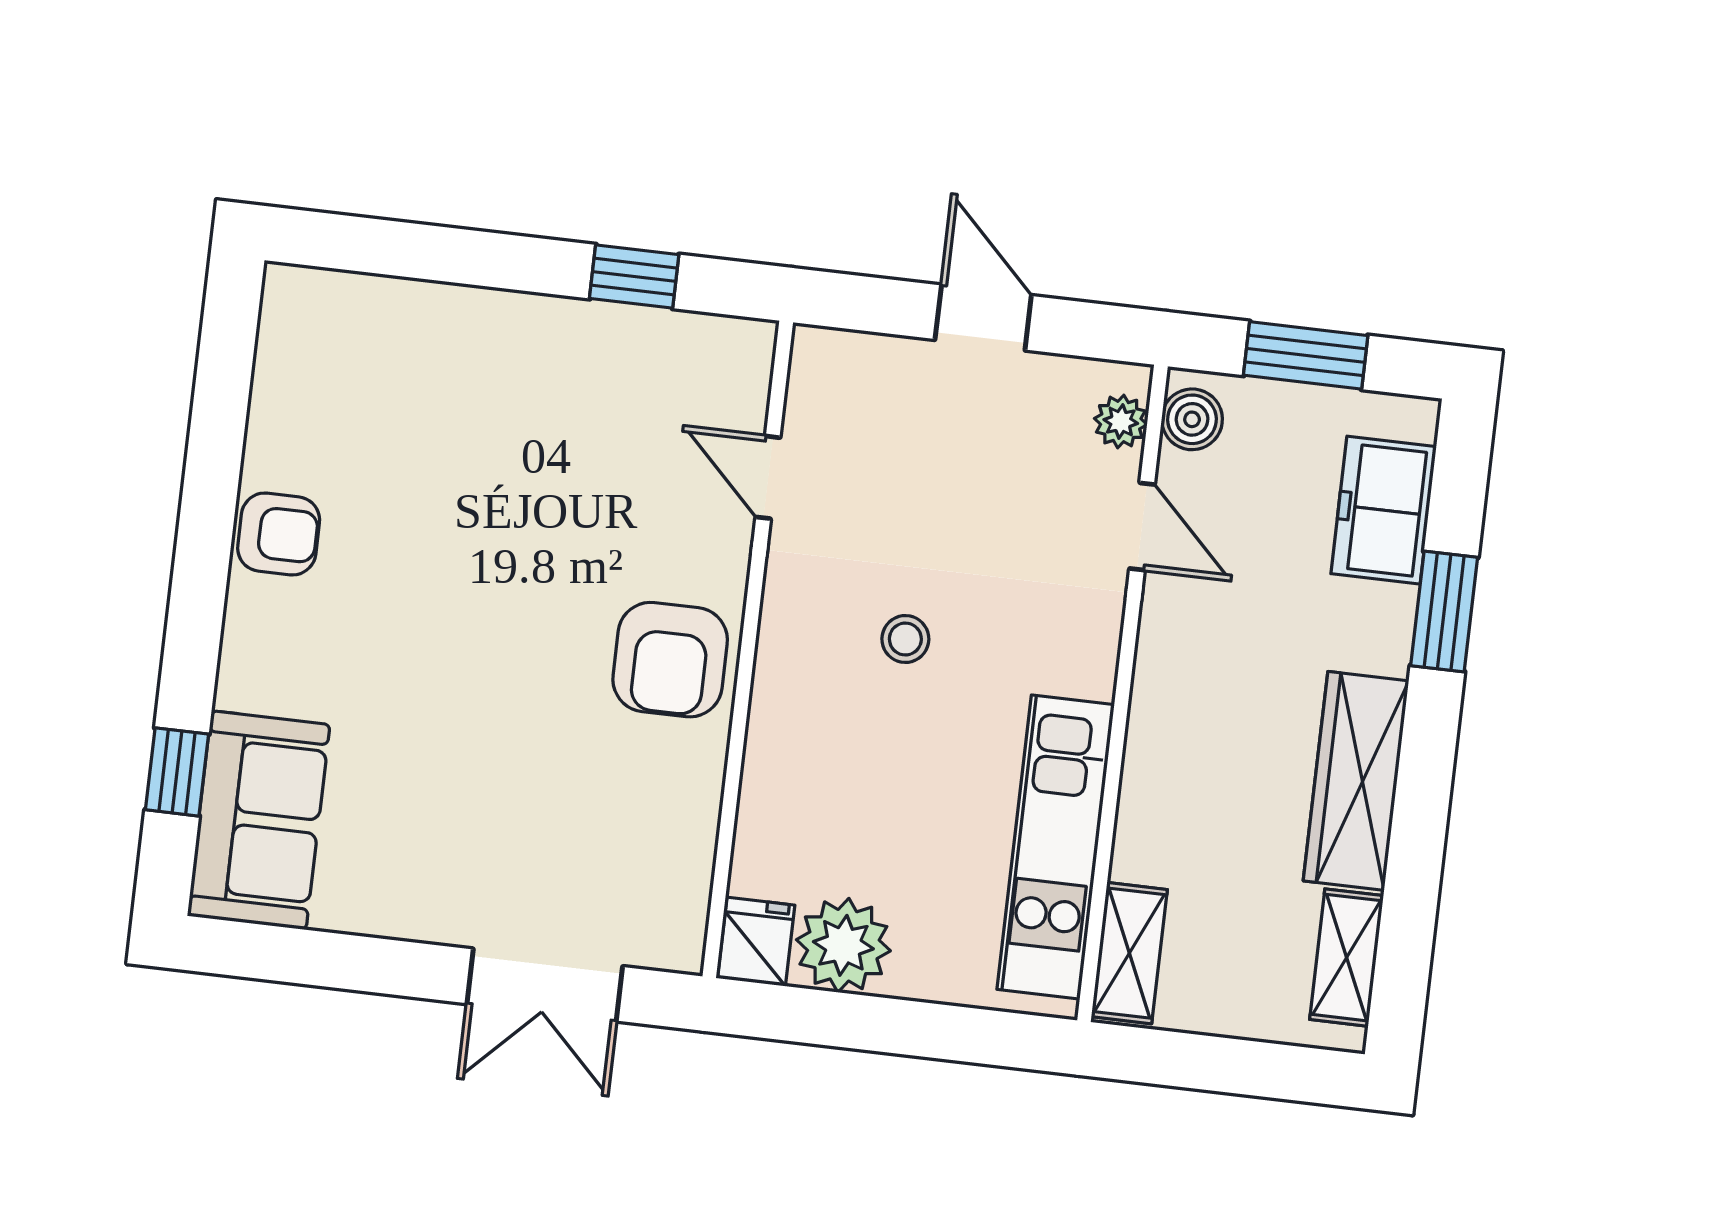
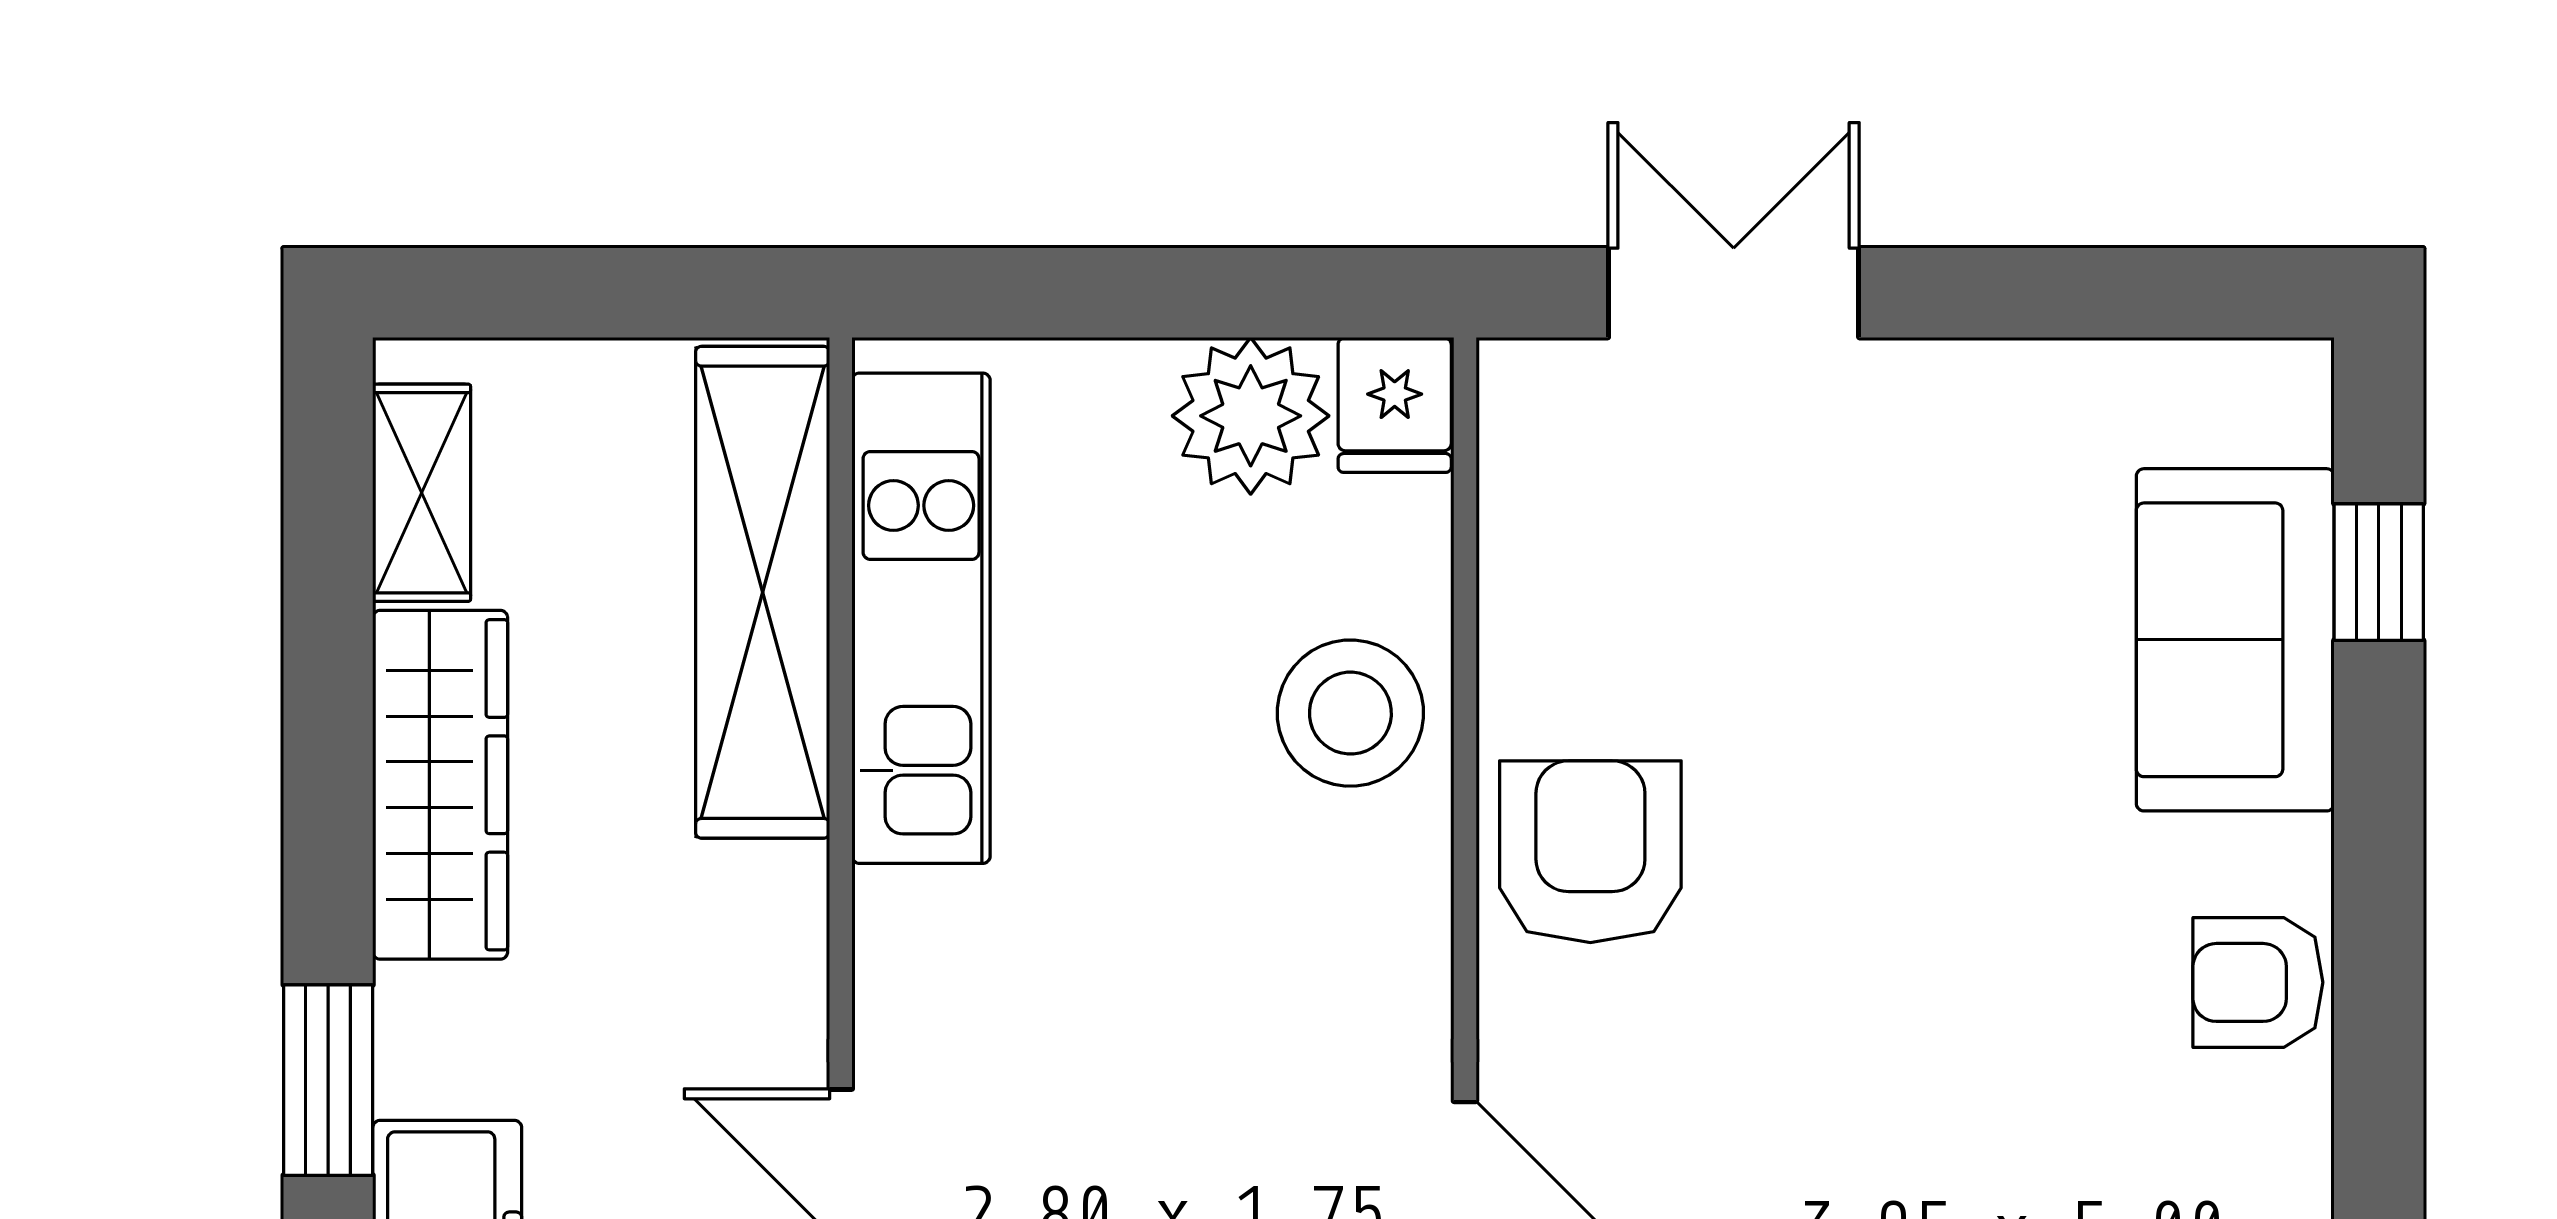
stool: (905, 639) -> (1350, 713), moved, width x1.89, depth x1.89
sofa: (259, 820) -> (2235, 640), moved
shelving: (1129, 953) -> (763, 592), width x2.20, depth x1.33

